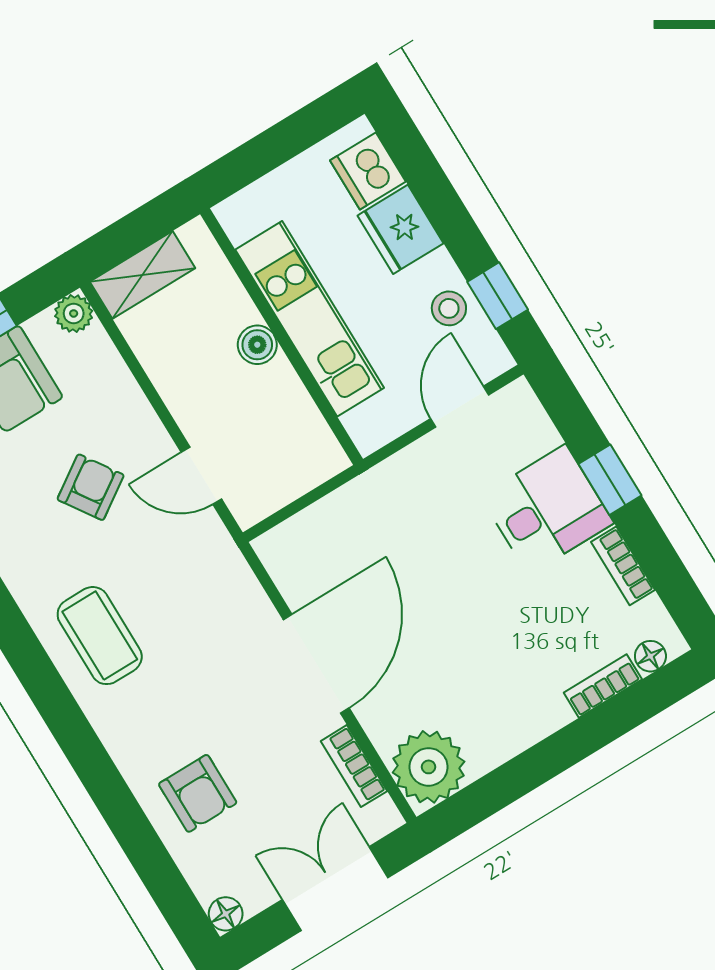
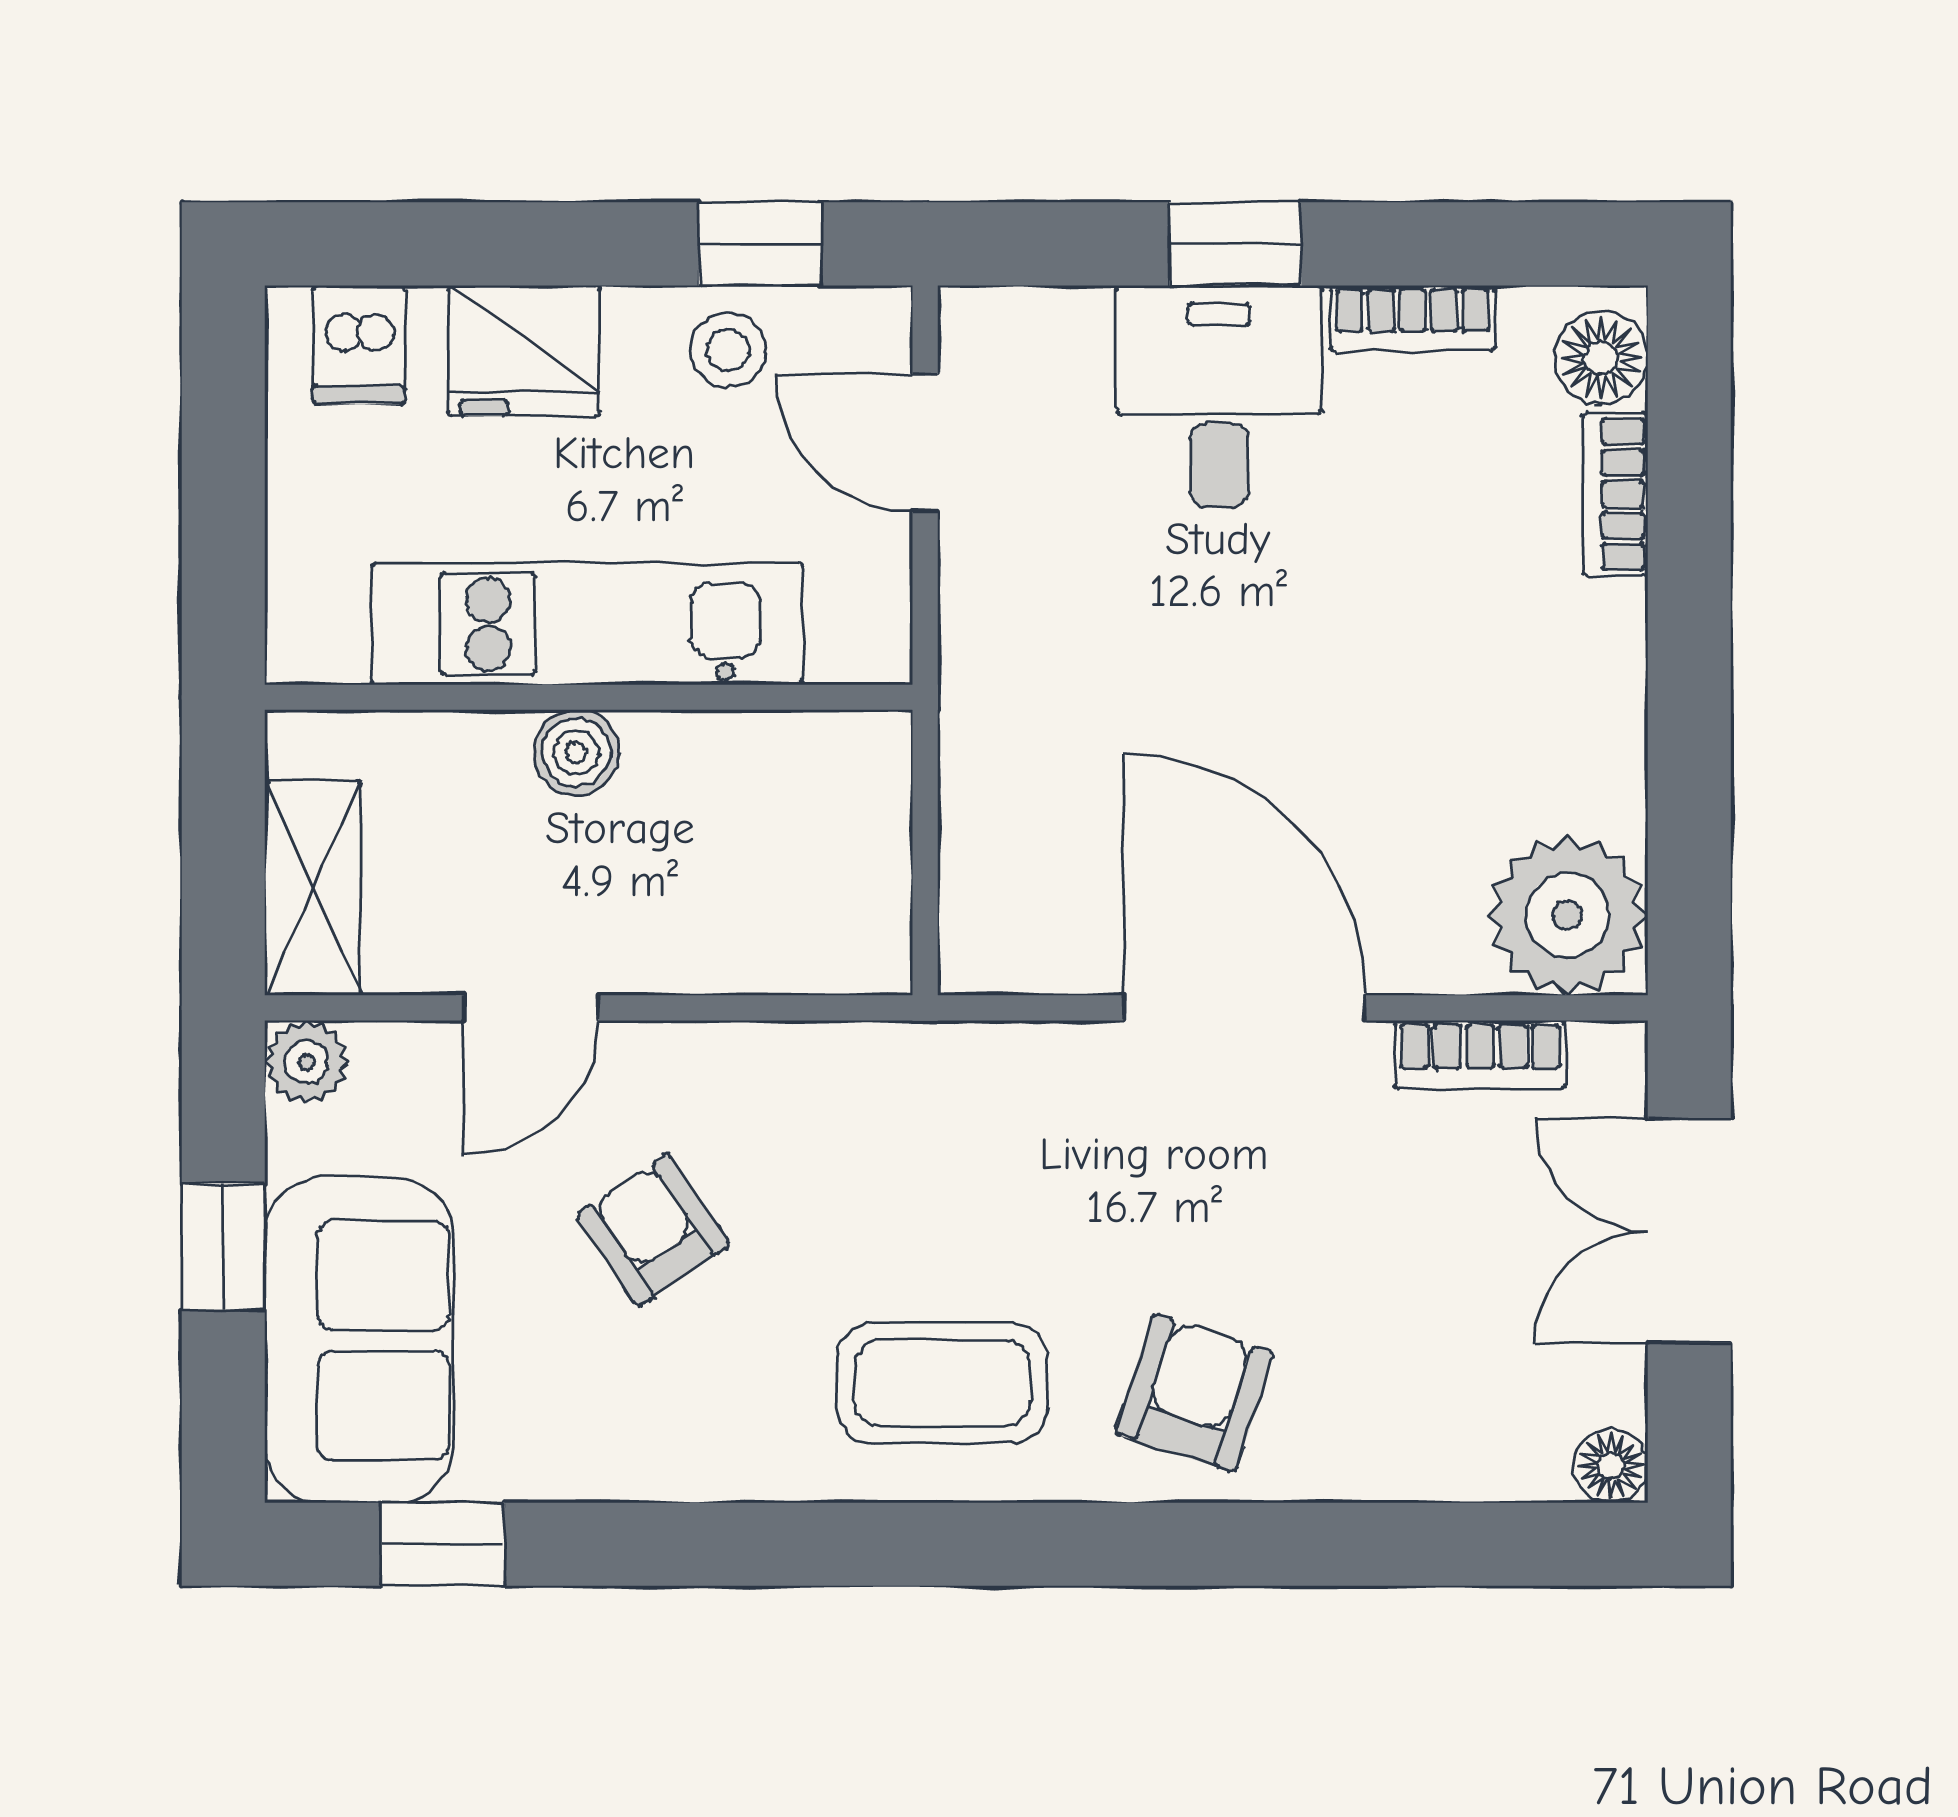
dishwasher: (368, 171) -> (359, 345), width x0.73
door: (201, 476) -> (531, 1008), moved
floor lamp: (650, 656) -> (1601, 358), width x1.37, depth x1.37
armchair: (198, 793) -> (1194, 1393), moved, turned -72

